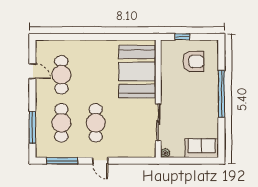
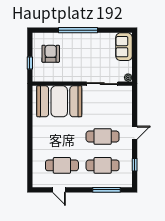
door: (32, 71) -> (59, 190), swing flipped
window: (62, 161) -> (135, 165), width x0.46

